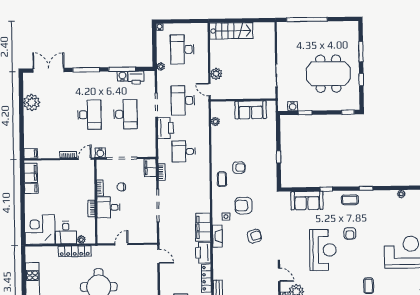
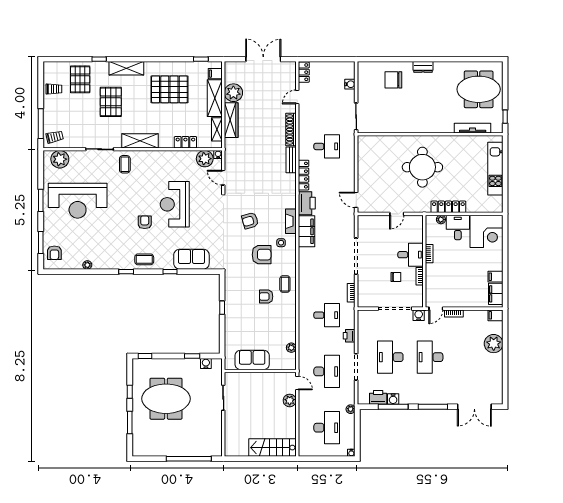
plant: (32, 102) -> (494, 344), moved
printer: (165, 128) -> (349, 336), width x0.53, depth x0.68
filing cabinet: (150, 168) -> (364, 298), removed

